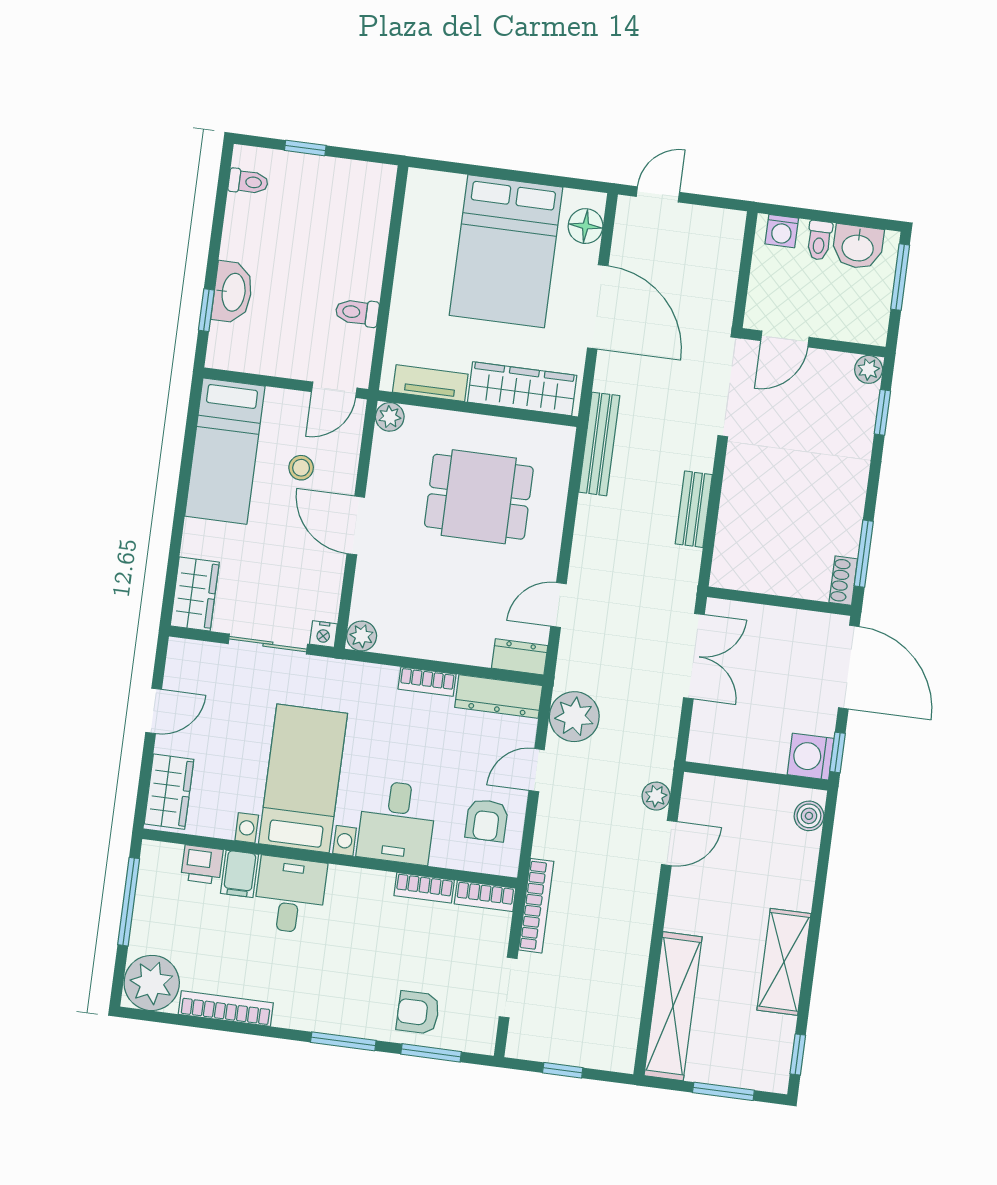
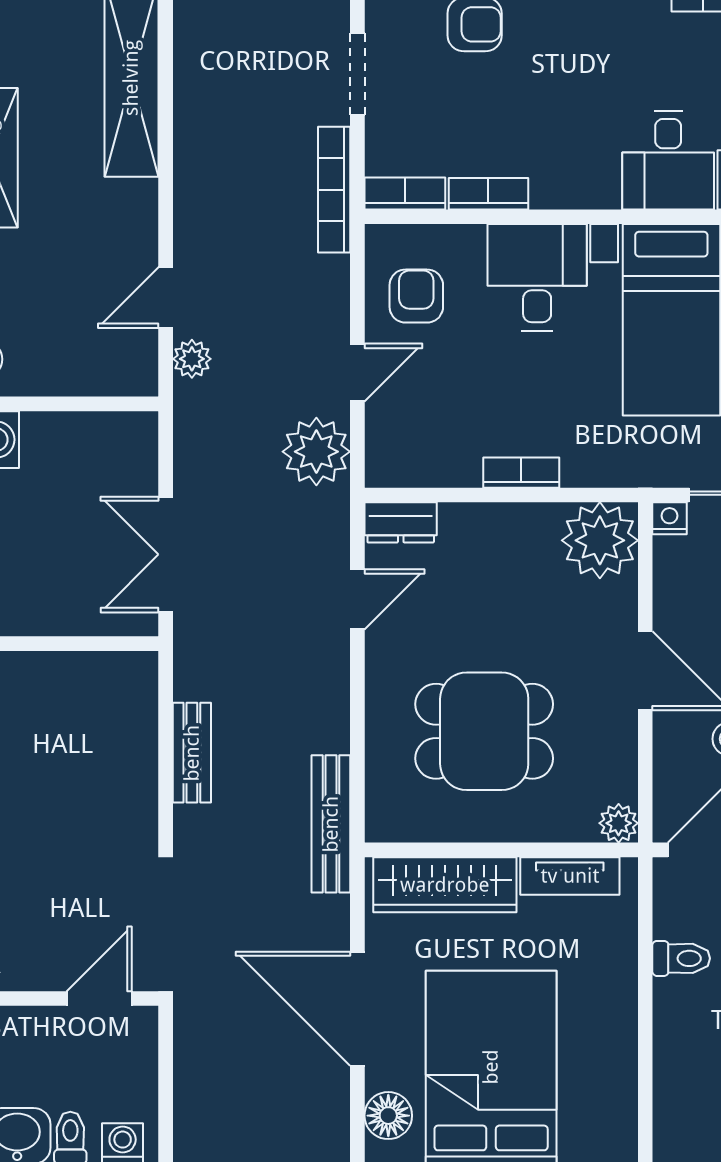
plant: (362, 636) -> (600, 540), width x1.87, depth x1.87
dresser: (499, 696) -> (422, 465), removed

